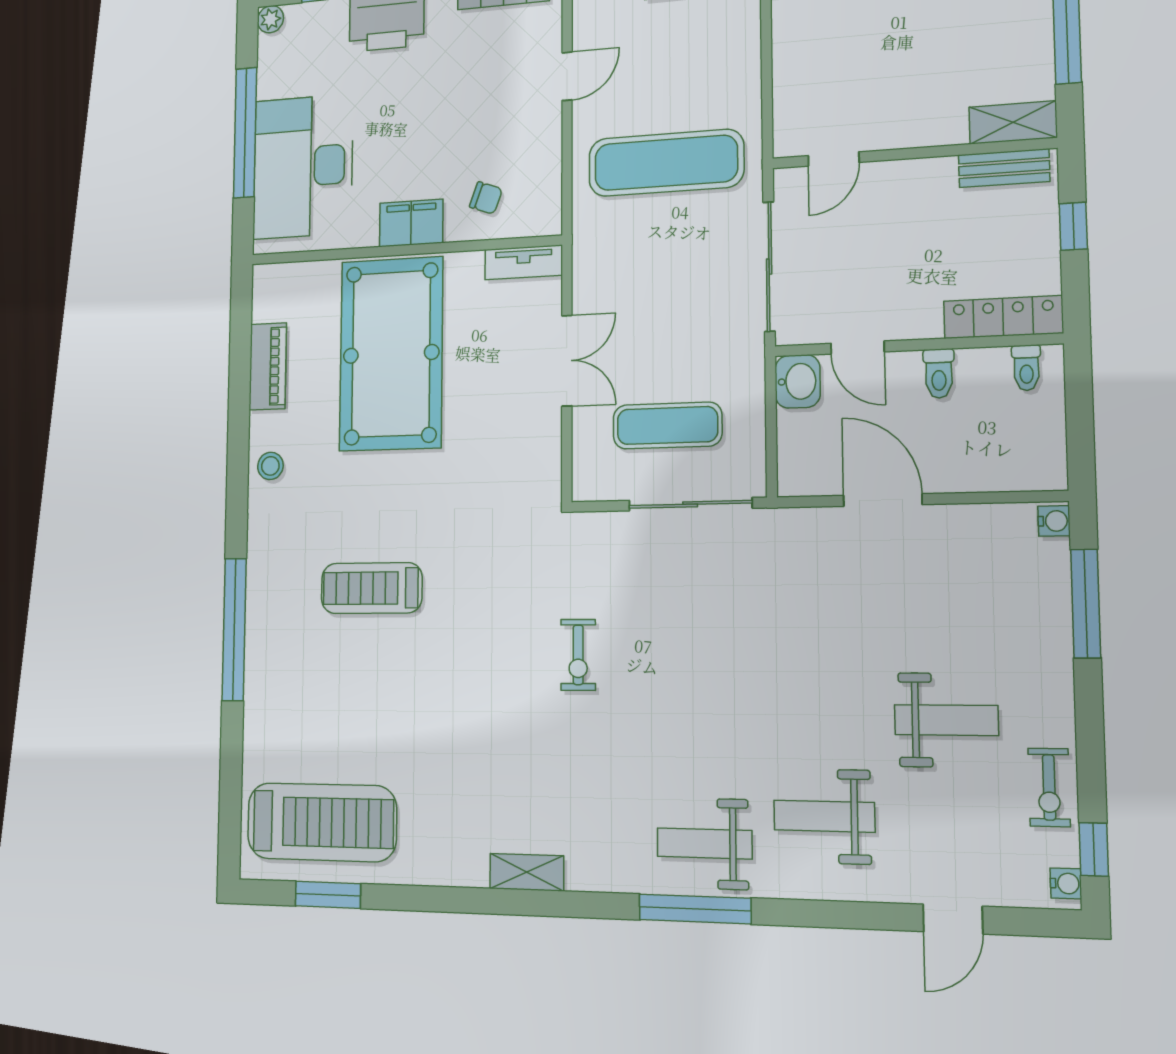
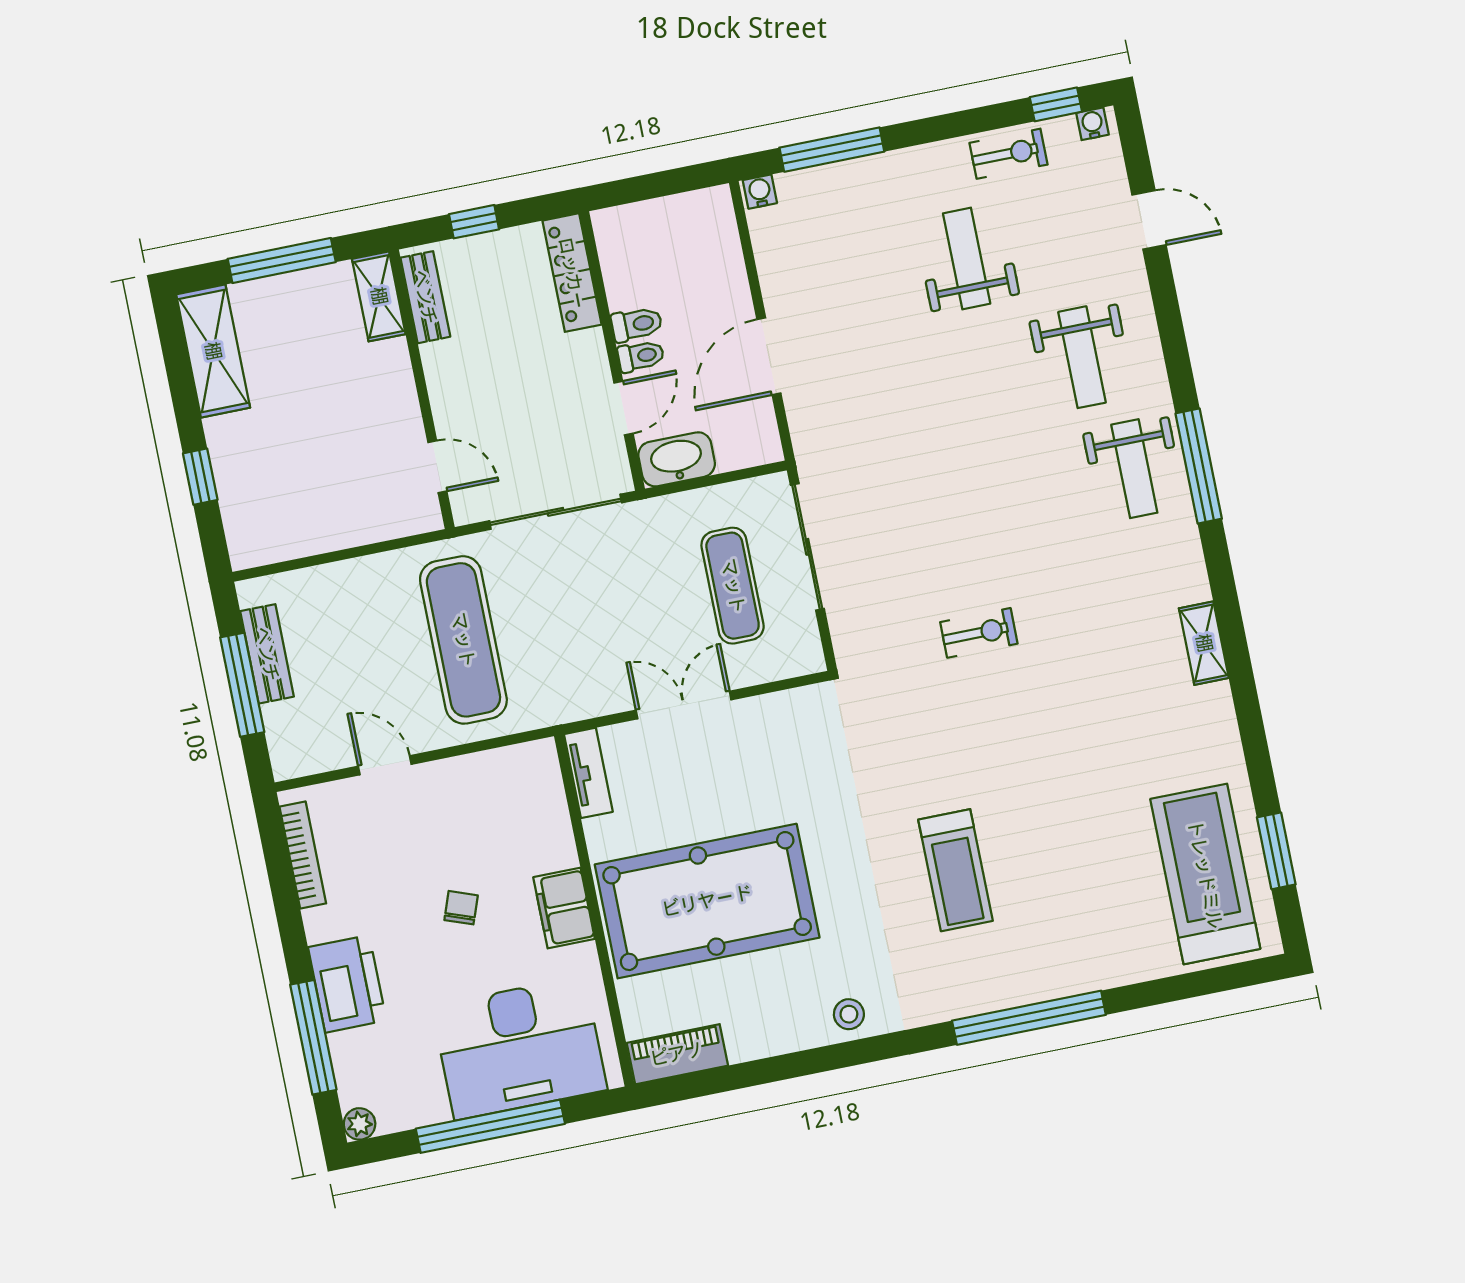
chair: (486, 198) -> (461, 908), moved
piano: (268, 366) -> (677, 1054), moved
toilet: (1026, 368) -> (641, 356), moved
washbasin: (798, 381) -> (677, 459), width x1.38

